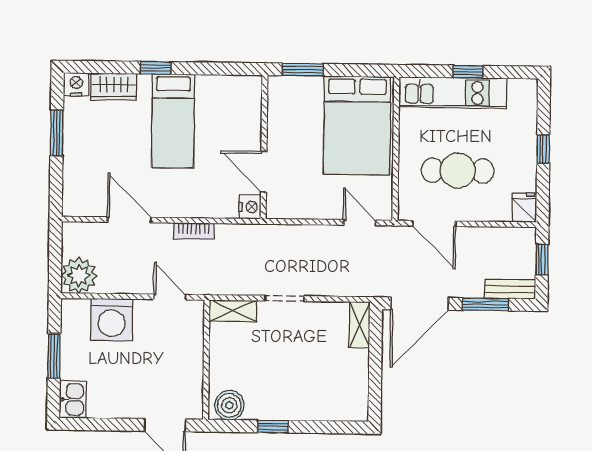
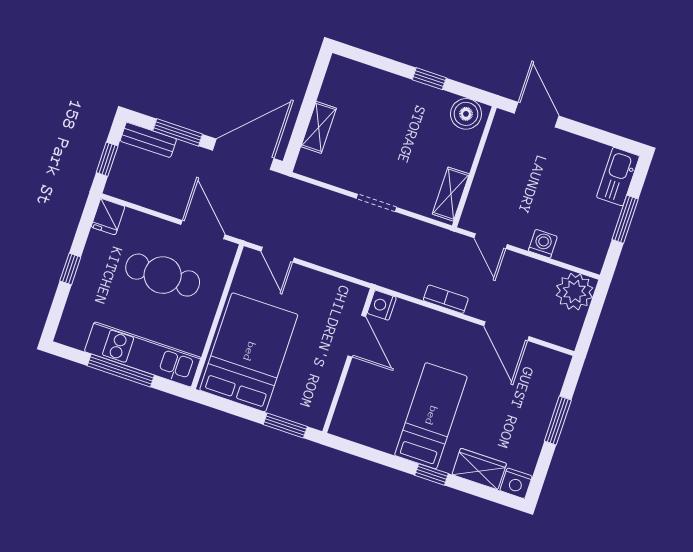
window: (468, 72) -> (121, 370), width x2.17
window: (57, 133) -> (558, 420), moved
shelving: (233, 311) -> (451, 194), moved, turned 90
washing machine: (112, 320) -> (543, 244), width x0.53, depth x0.53
shelving: (359, 324) -> (319, 127), moved
kitchen sink: (73, 400) -> (618, 177), width x1.38

